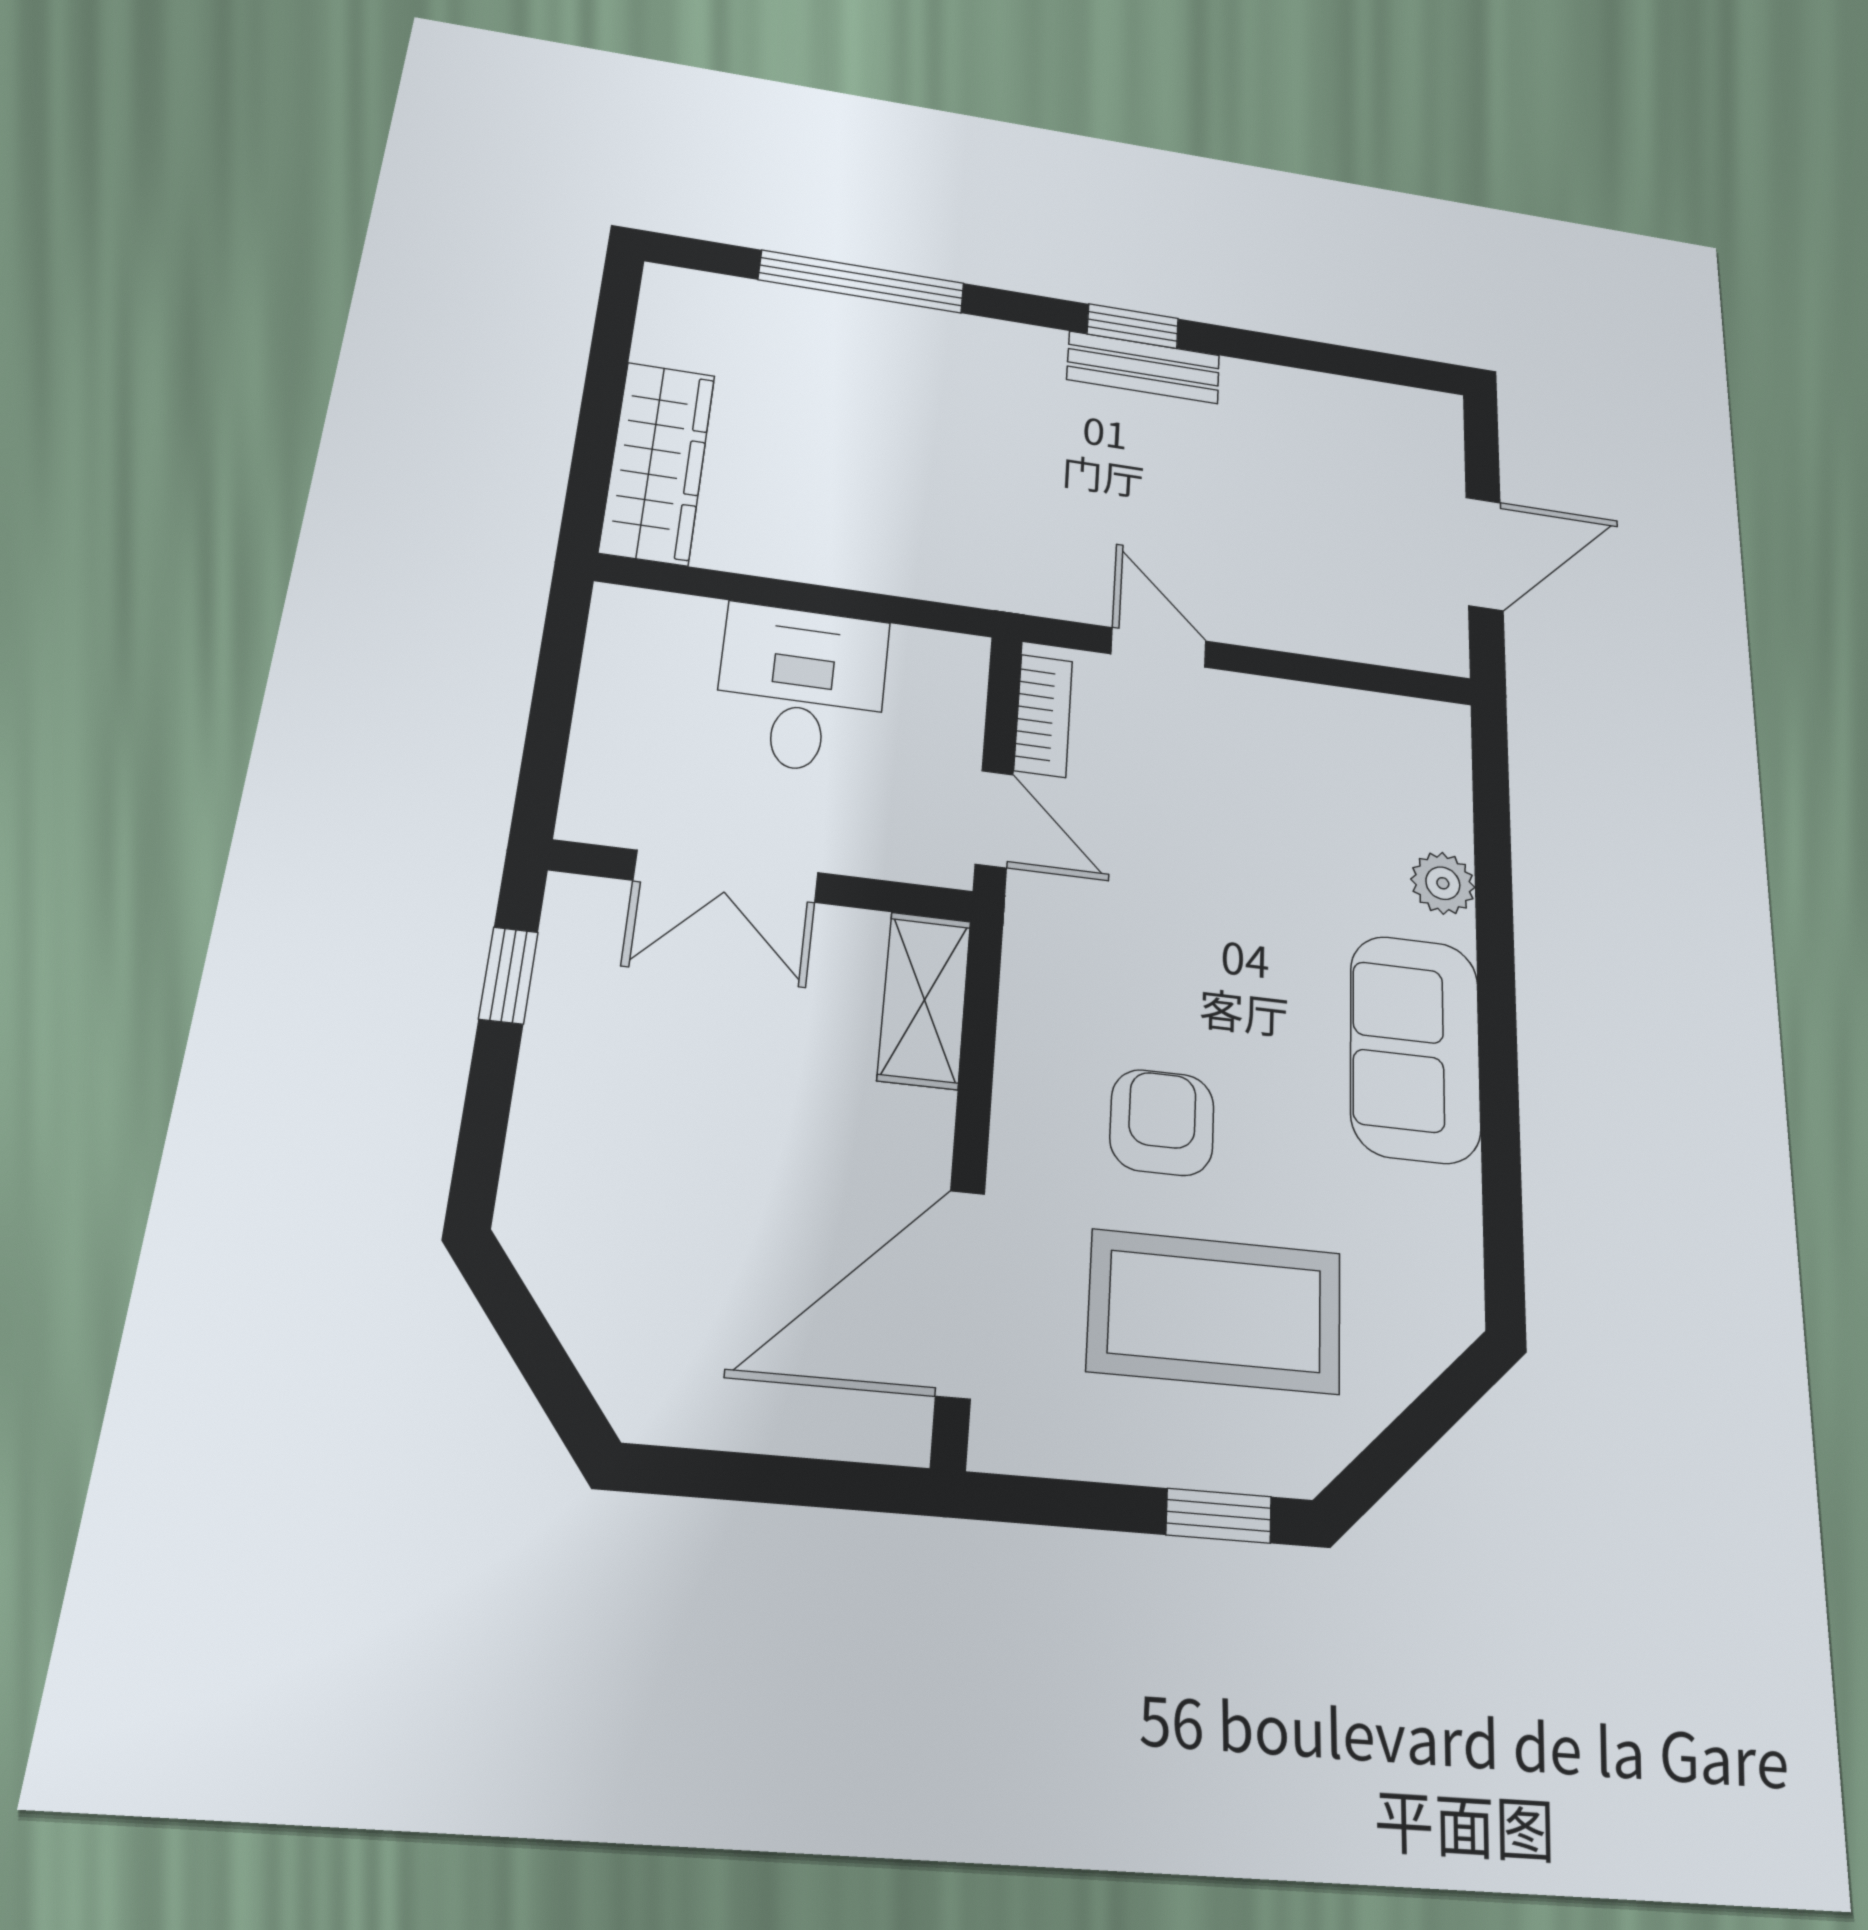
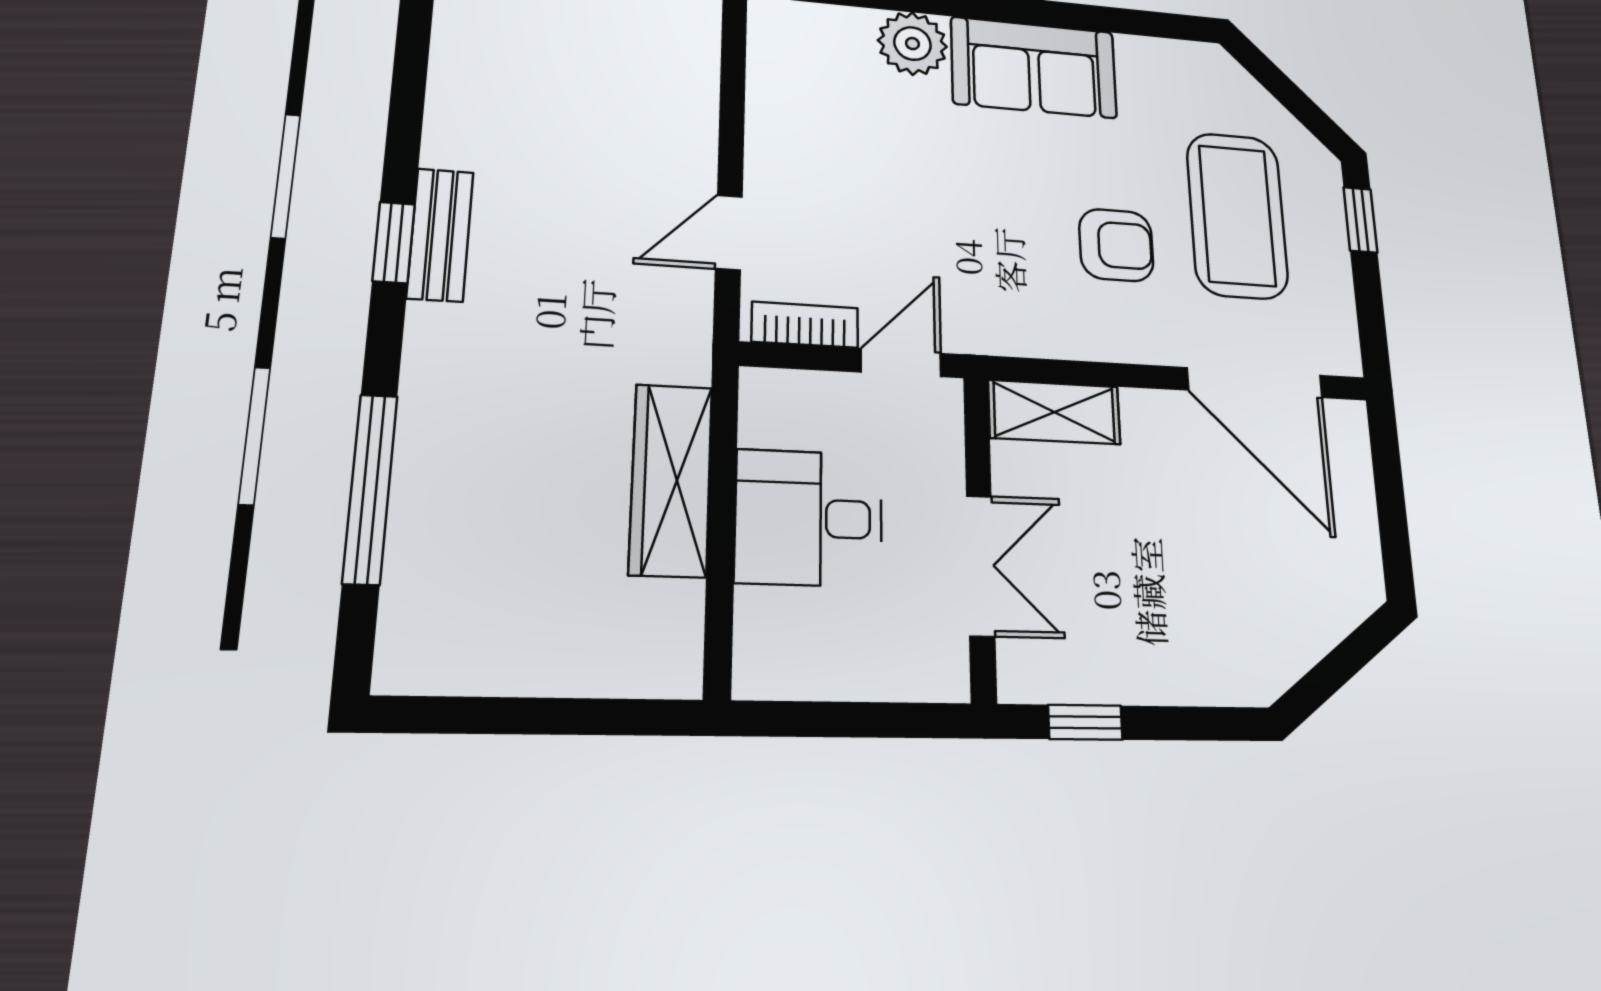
wardrobe: (657, 463) -> (671, 480), moved, turned -90
plant: (1443, 883) -> (913, 44), width x1.38, depth x1.38
armchair: (1162, 1122) -> (1116, 245), turned 180

